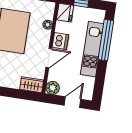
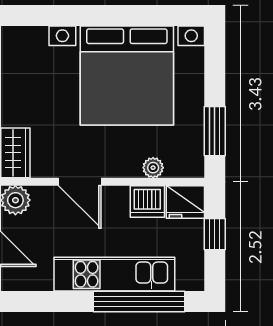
dishwasher: (60, 41) -> (147, 201), moved

